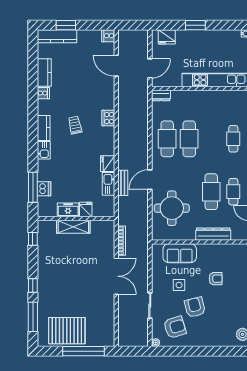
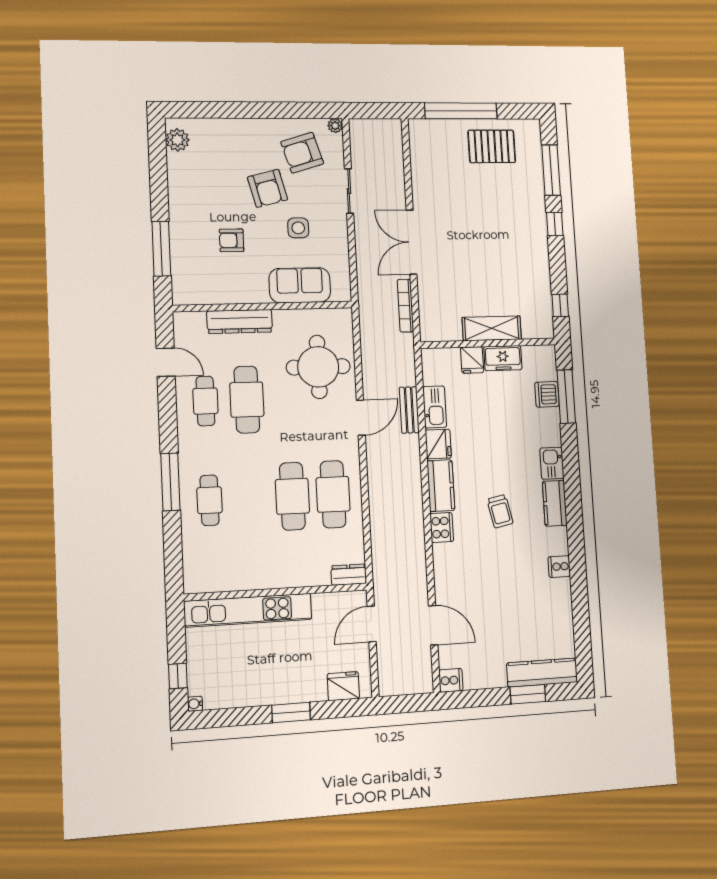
kitchen counter: (44, 72) -> (441, 486), moved, turned 180
pallet: (67, 331) -> (492, 146), width x0.73, depth x0.71

